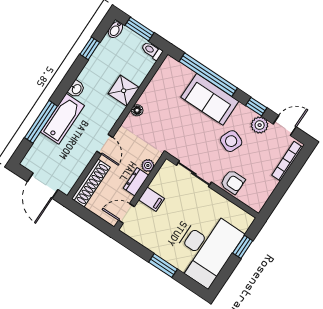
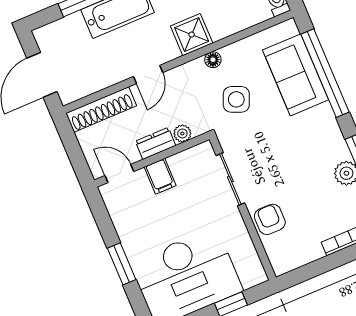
shower: (124, 91) -> (192, 35), moved
sofa: (210, 99) -> (296, 75), moved
side table: (231, 141) -> (236, 99), moved
armchair: (233, 182) -> (270, 219), turned 180

